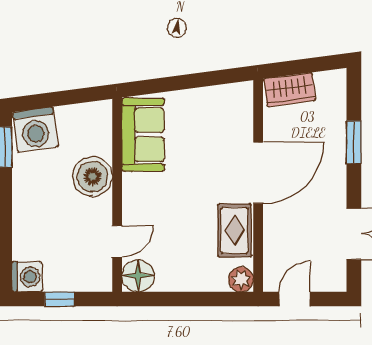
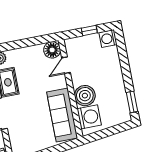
washing machine: (35, 129) -> (89, 117), moved, turned 98
sofa: (143, 135) -> (62, 115), width x1.36

